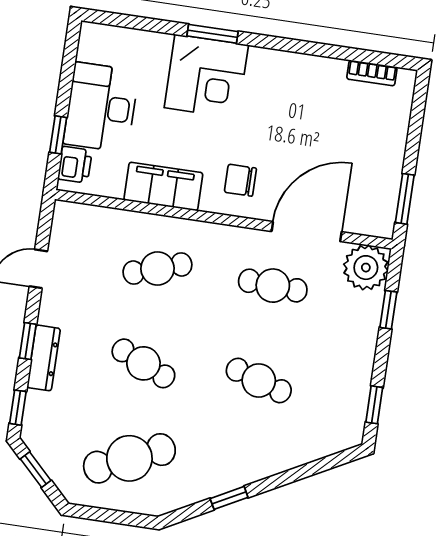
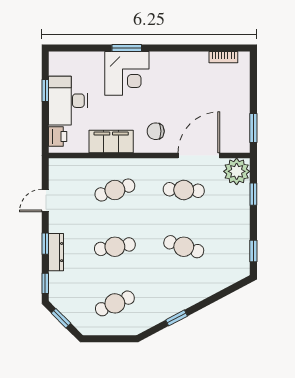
window: (58, 135) -> (45, 91), moved
cafe table: (143, 363) -> (115, 247), turned -33
cafe table: (129, 458) -> (115, 303), width x0.73, depth x0.74

